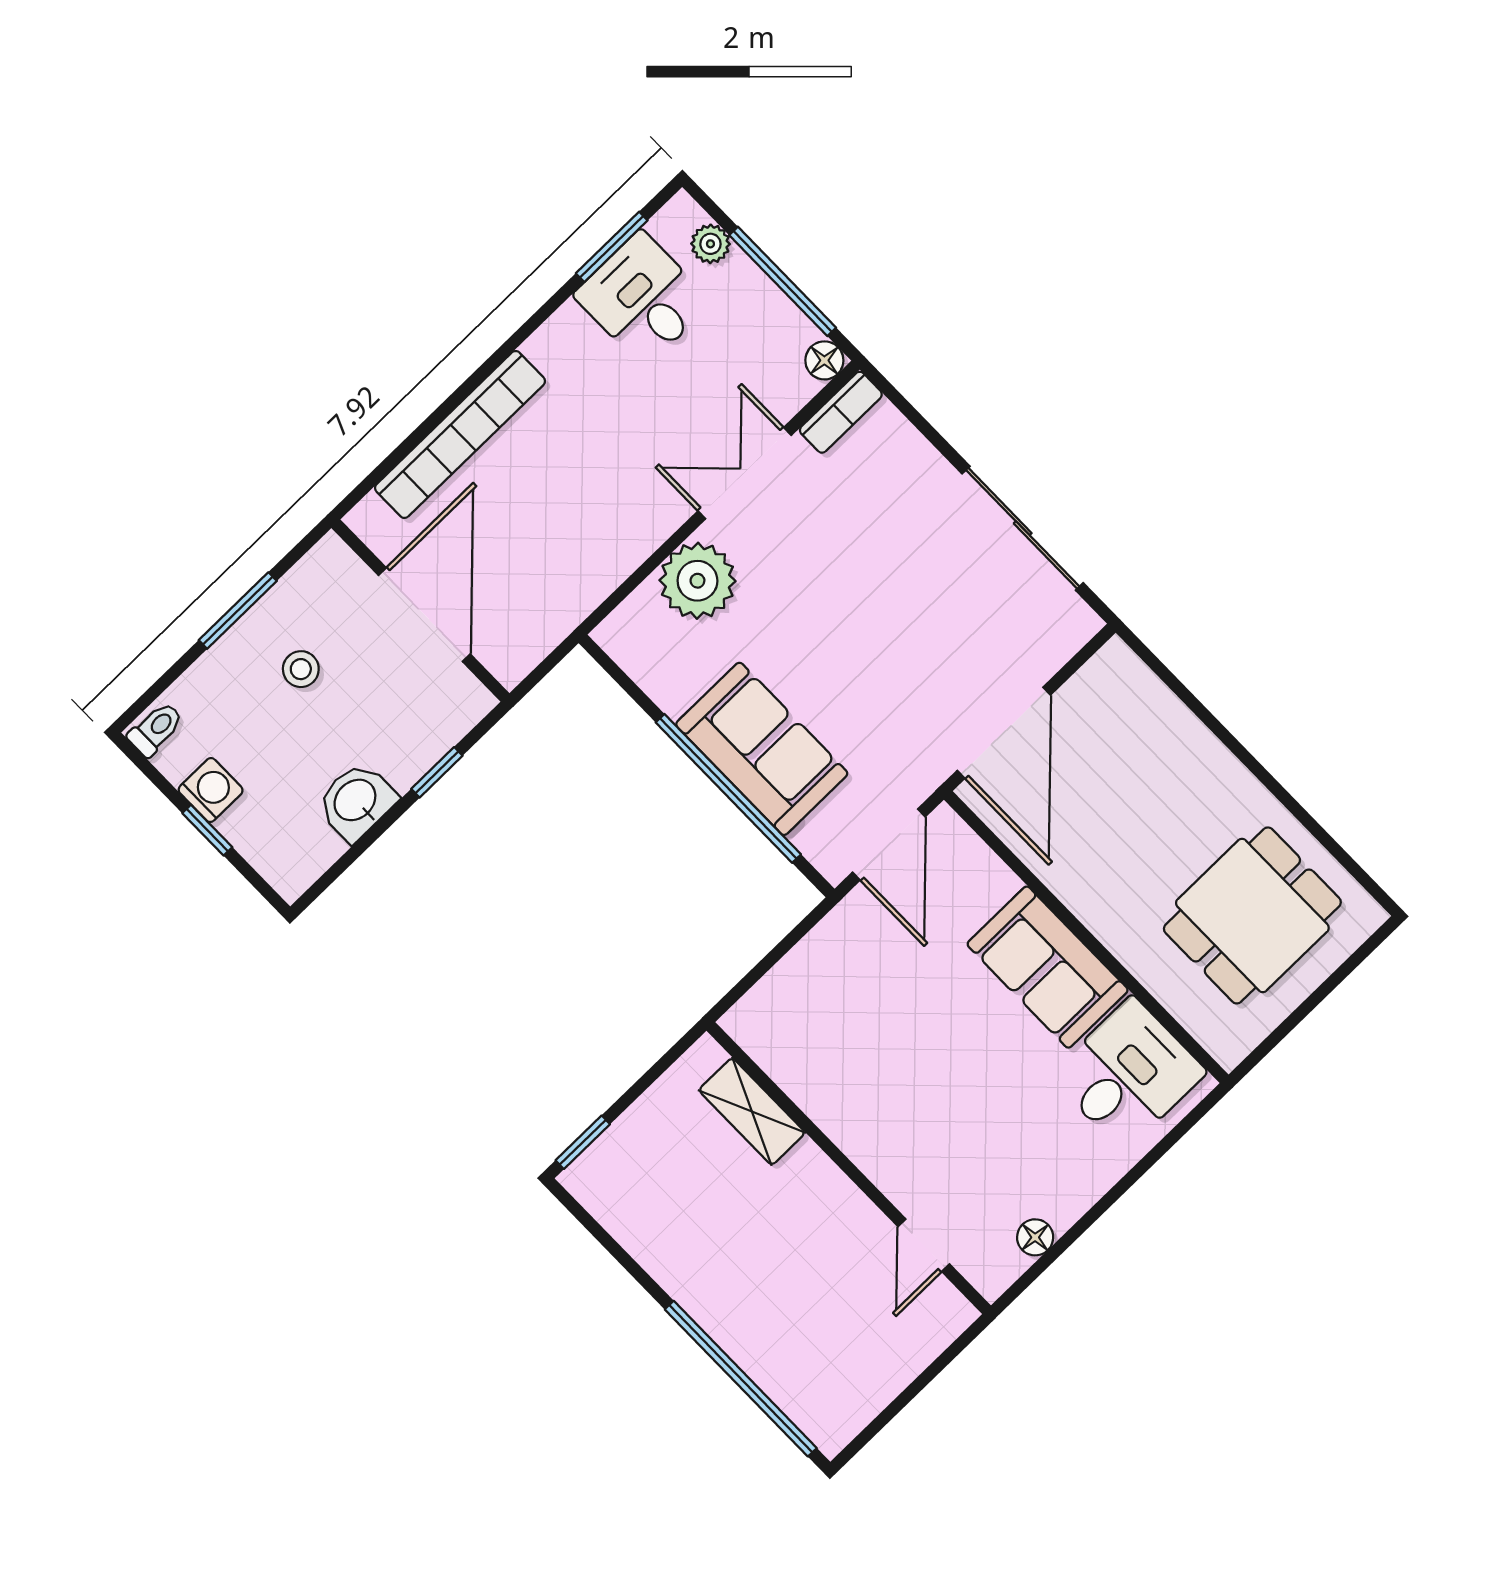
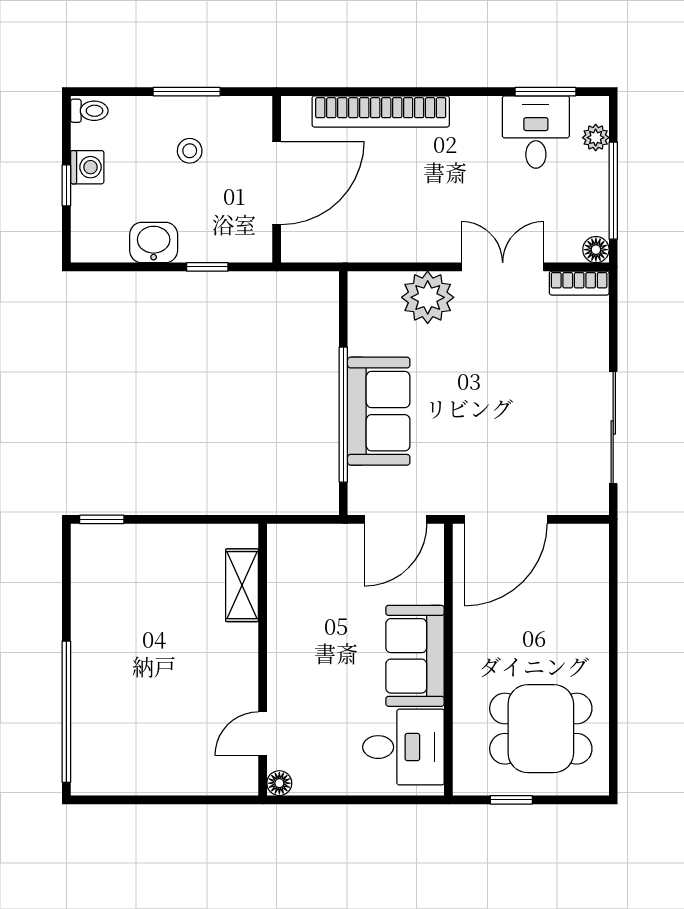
window: (1294, 1019) -> (511, 800), added
shelving: (752, 1111) -> (242, 585), moved
wall: (849, 1168) -> (263, 660), moved
door: (924, 1245) -> (263, 734), moved

